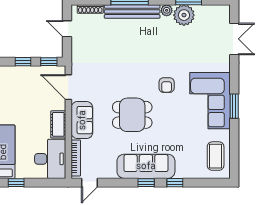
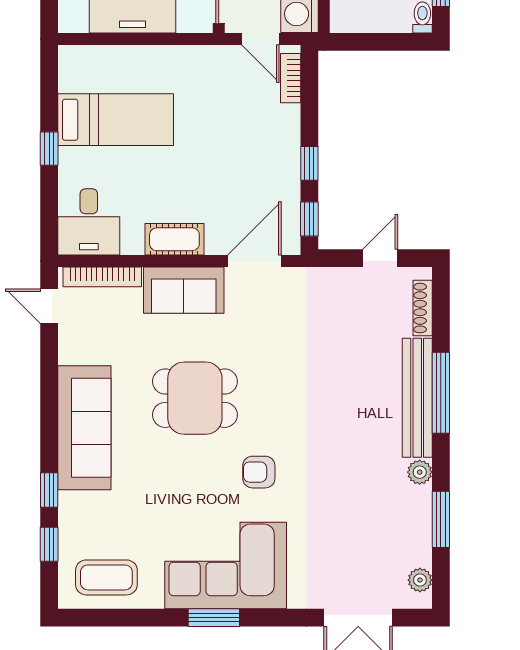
plant: (184, 15) -> (420, 580), moved, width x0.53, depth x0.53
dining table: (132, 115) -> (195, 398), turned 90
desk: (50, 159) -> (89, 222), width x0.73
window: (146, 183) -> (49, 544), moved

